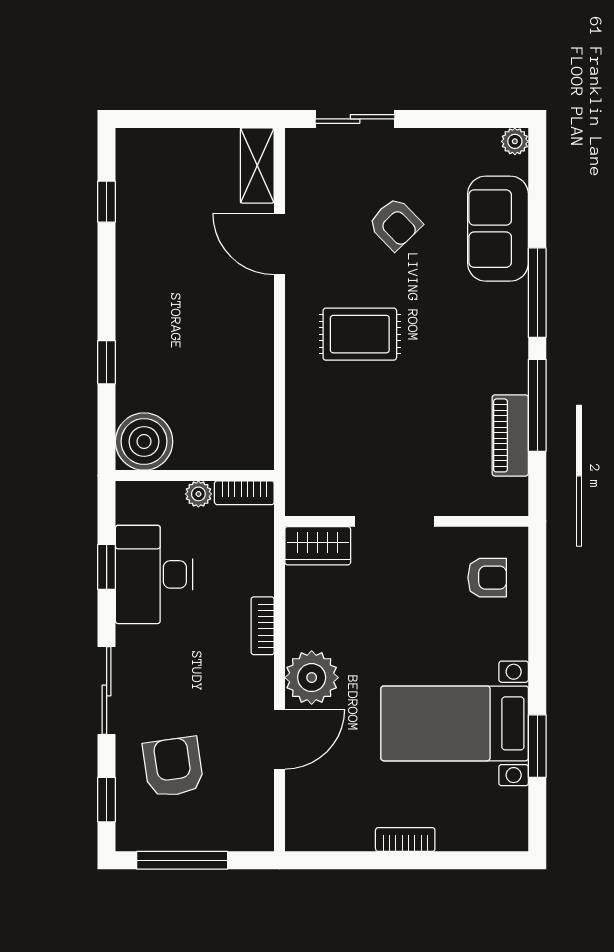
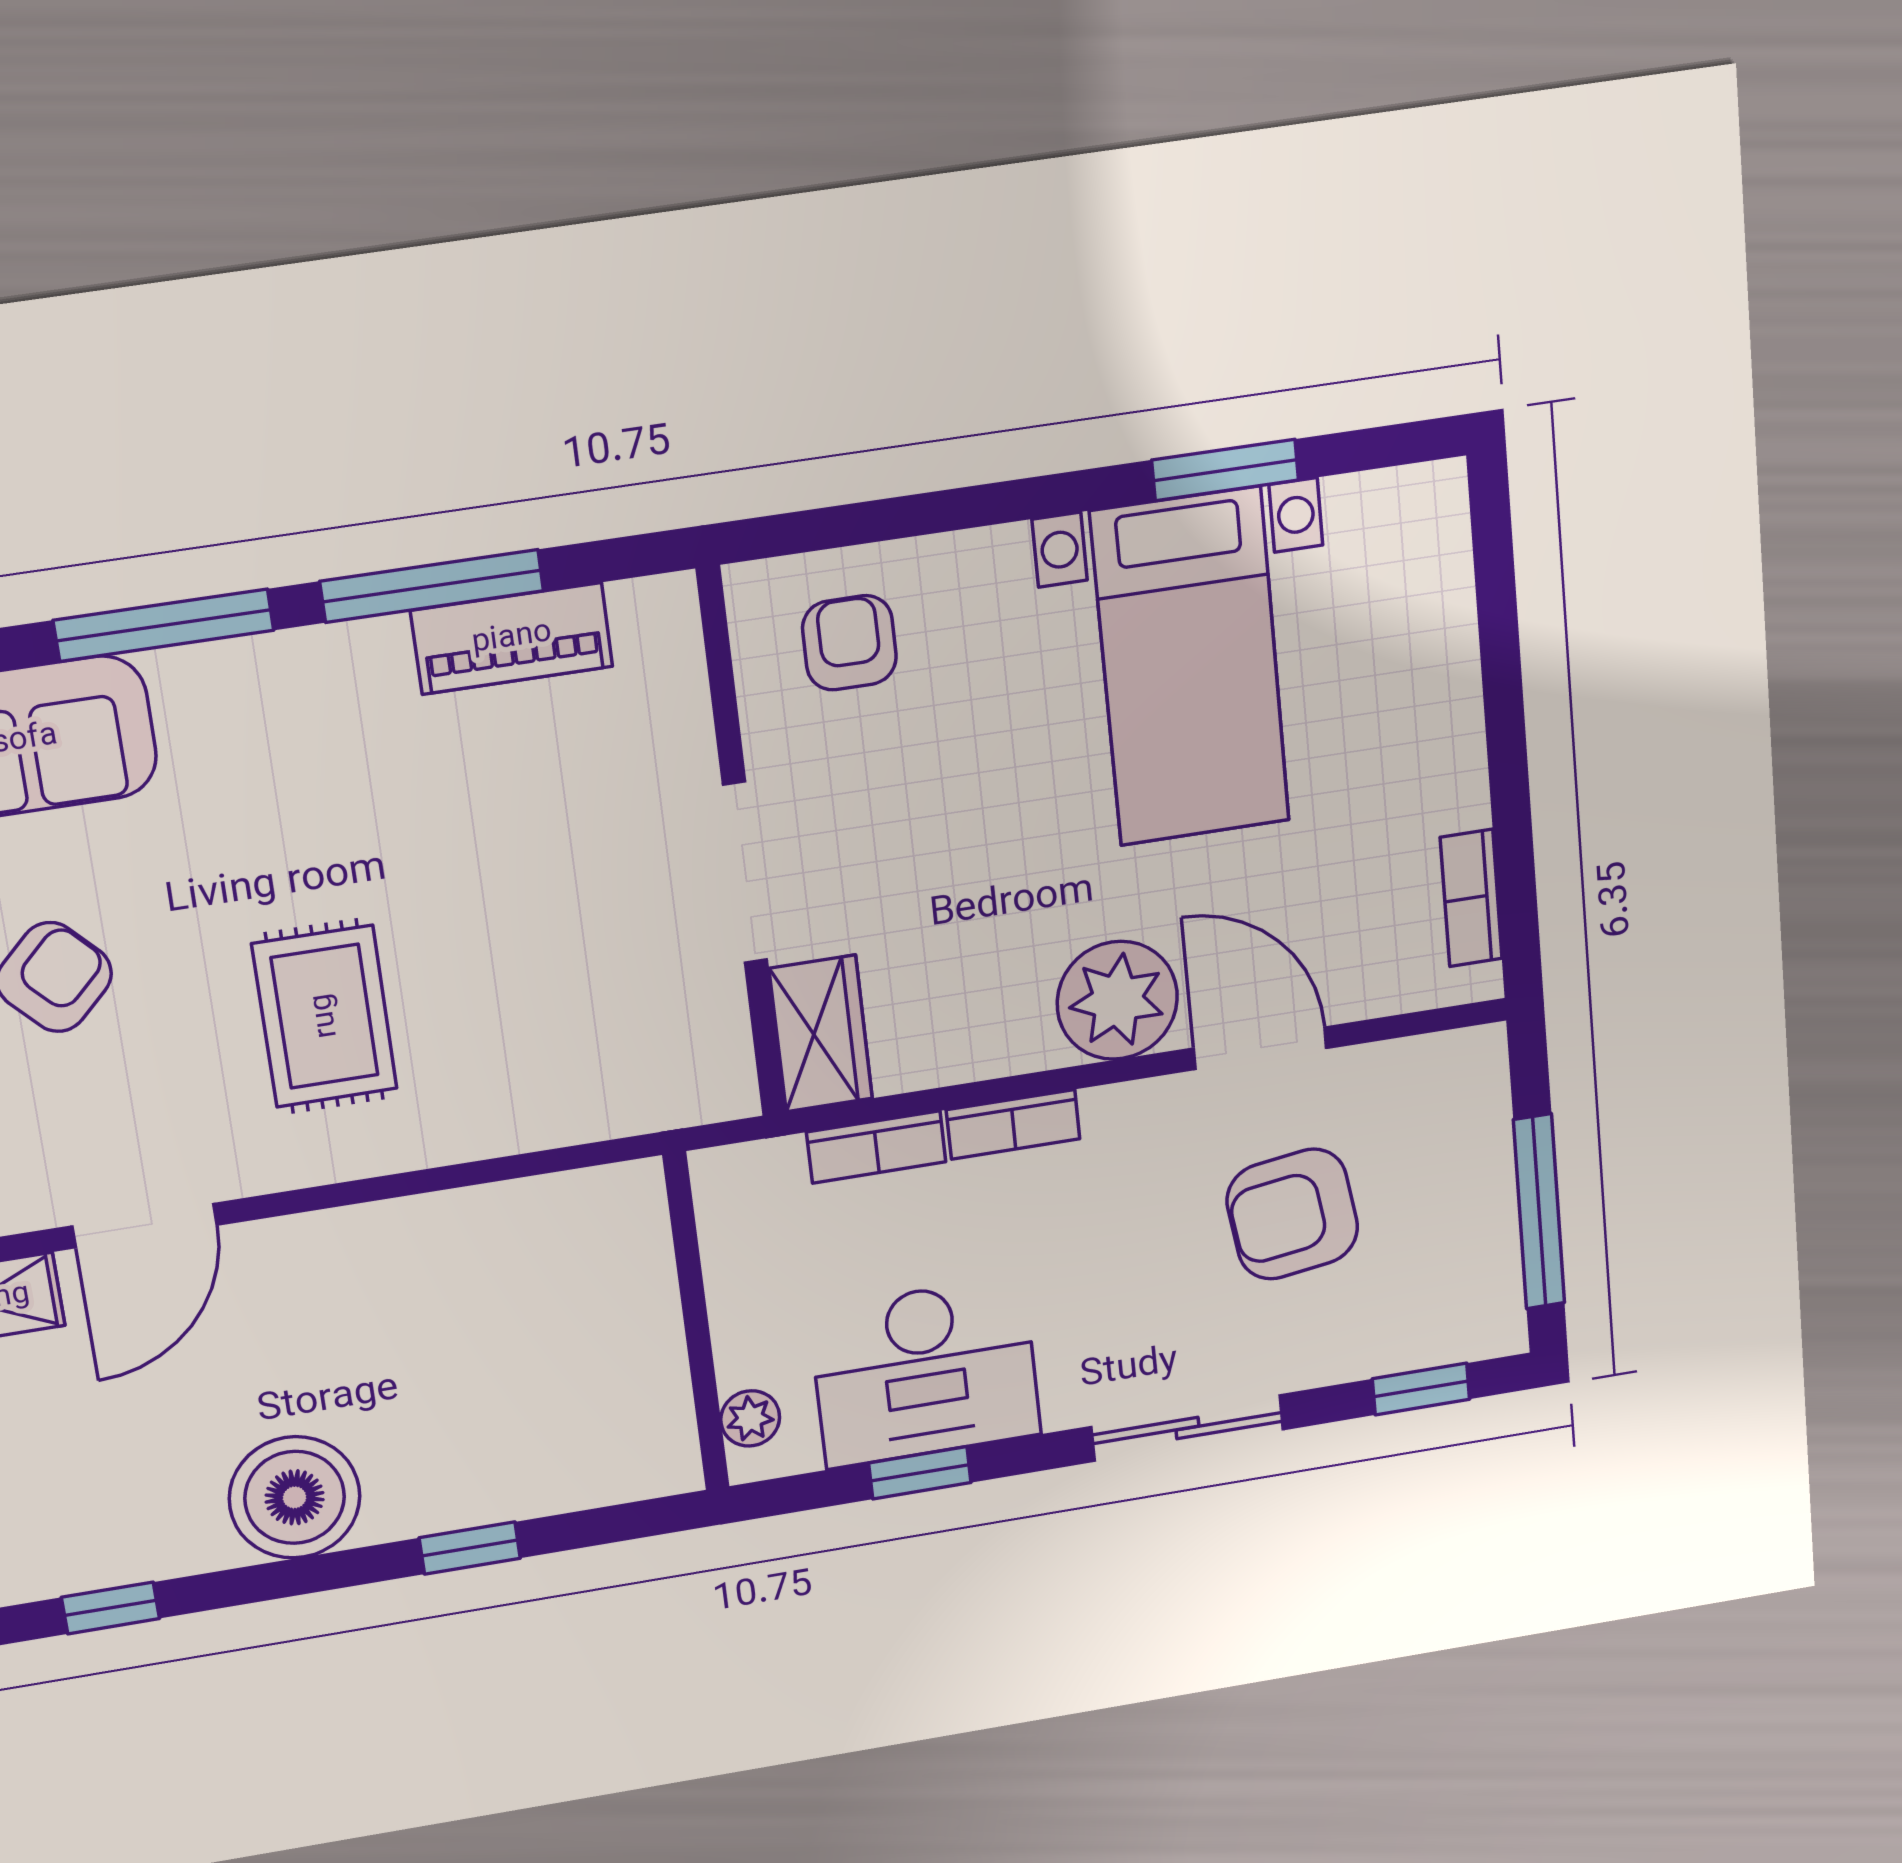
boiler: (144, 442) -> (295, 1497), moved
bookcase: (244, 493) -> (876, 1147), moved, turned 90
plant: (198, 494) -> (750, 1418), moved
armchair: (173, 767) -> (1292, 1214), moved
bookcase: (405, 840) -> (1471, 898), moved

